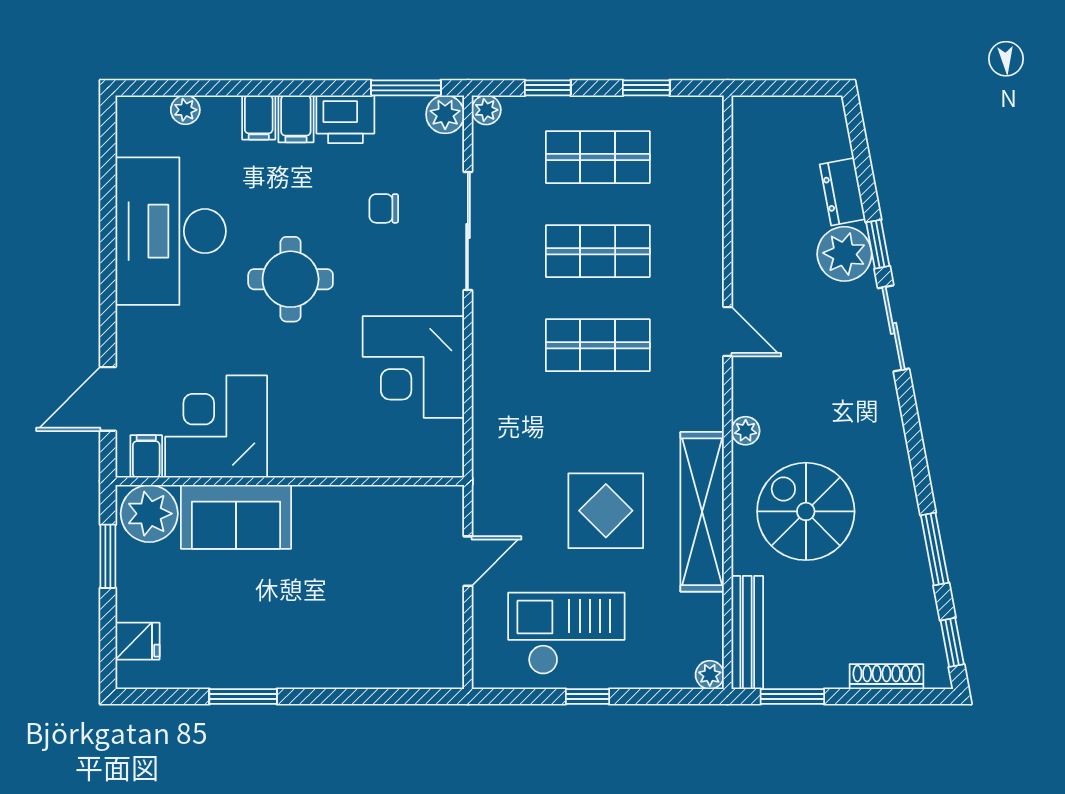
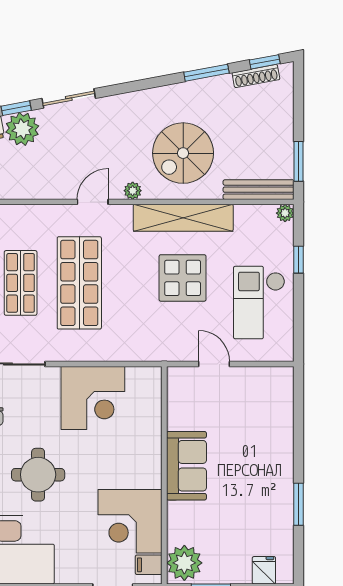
door: (728, 331) -> (93, 202), moved
shop shelf: (598, 345) -> (79, 283), width x1.43, depth x1.36
sofa: (236, 517) -> (186, 466), moved
shoe rack: (886, 677) -> (256, 76), moved, turned -101
window: (588, 697) -> (299, 260), moved

